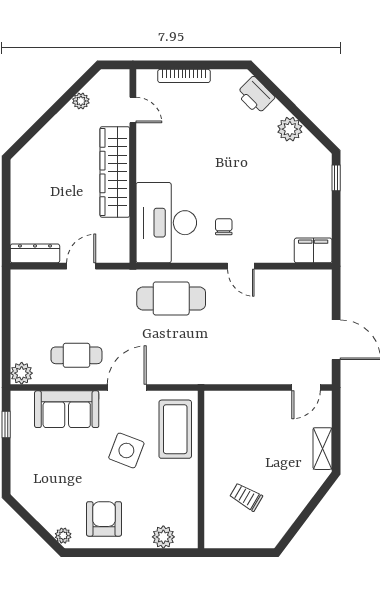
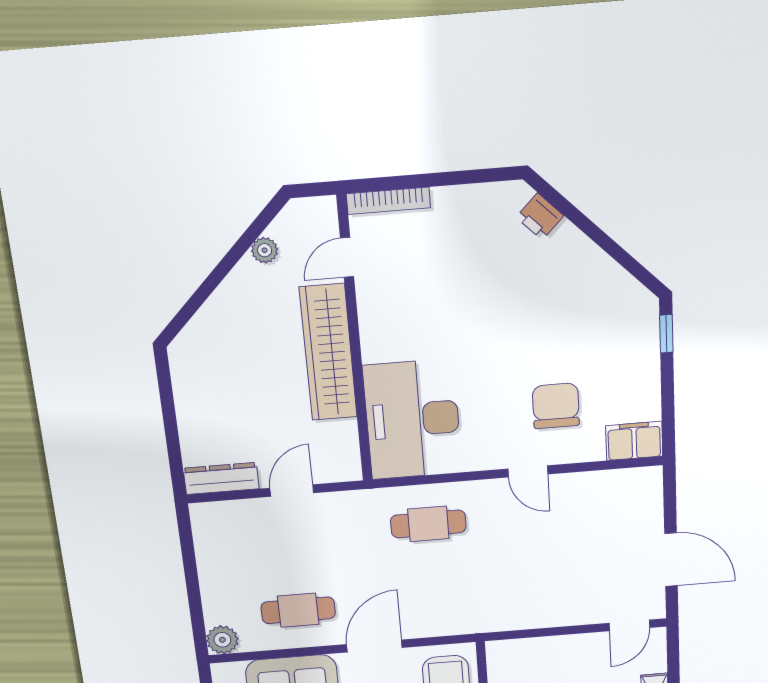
bookcase: (184, 76) -> (388, 201), moved
printer: (256, 95) -> (540, 216), width x0.73, depth x0.81
door: (133, 110) -> (347, 257), swing flipped
plant: (290, 129) -> (593, 267), removed
chair: (224, 227) -> (556, 406), moved, width x1.87, depth x1.87
cafe table: (171, 298) -> (428, 524), width x0.73, depth x0.74

